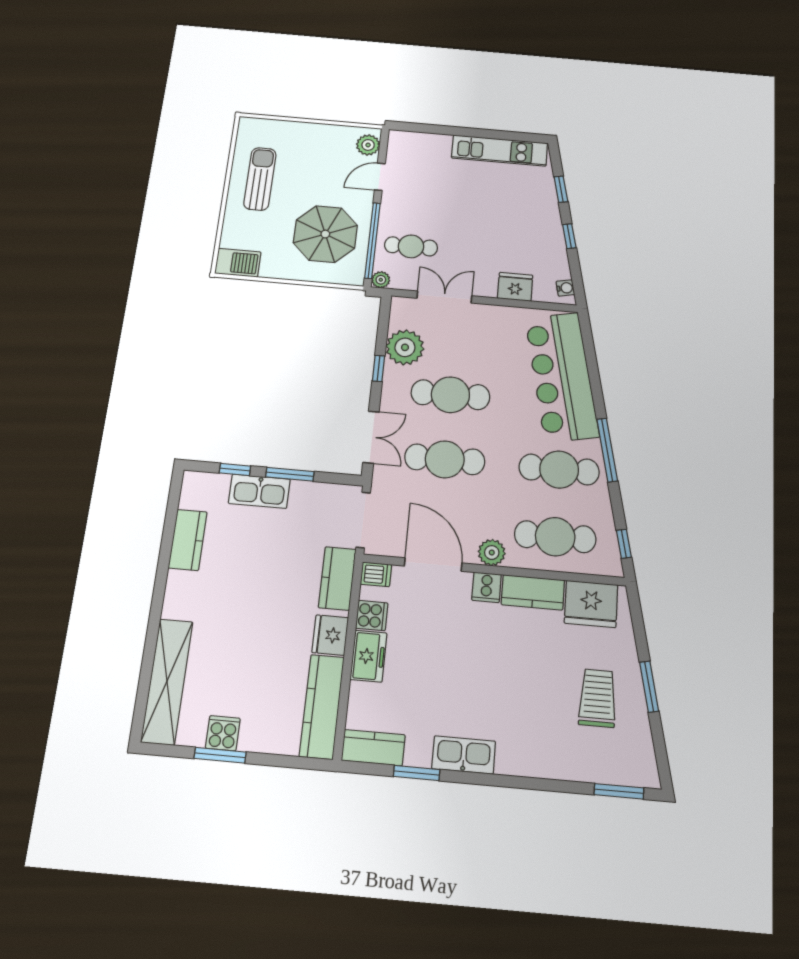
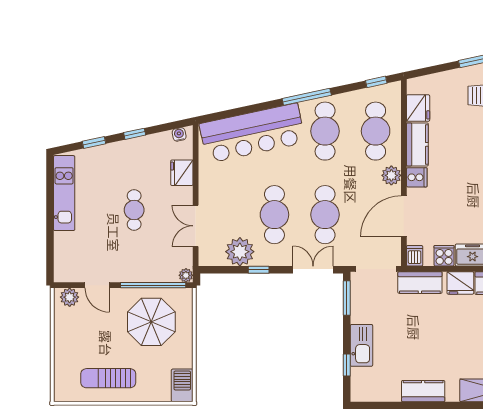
cafe table: (411, 246) -> (134, 210), moved
window: (290, 474) -> (347, 298), moved
kitchen counter: (188, 540) -> (423, 391), moved
fridge: (591, 604) -> (418, 108), width x0.73, depth x0.75

